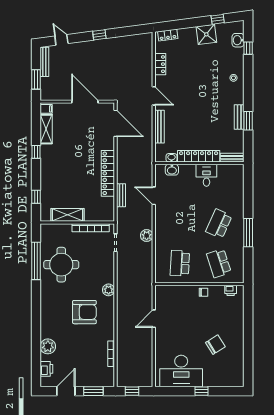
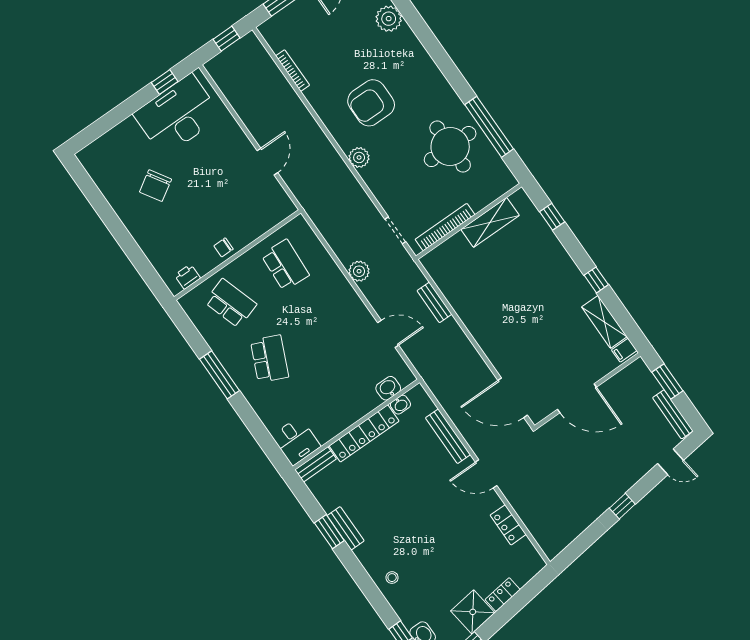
locker: (168, 35) -> (503, 595), moved
locker: (108, 173) -> (474, 320), removed
desk: (206, 175) -> (296, 441), moved
window: (201, 391) -> (165, 82), moved

